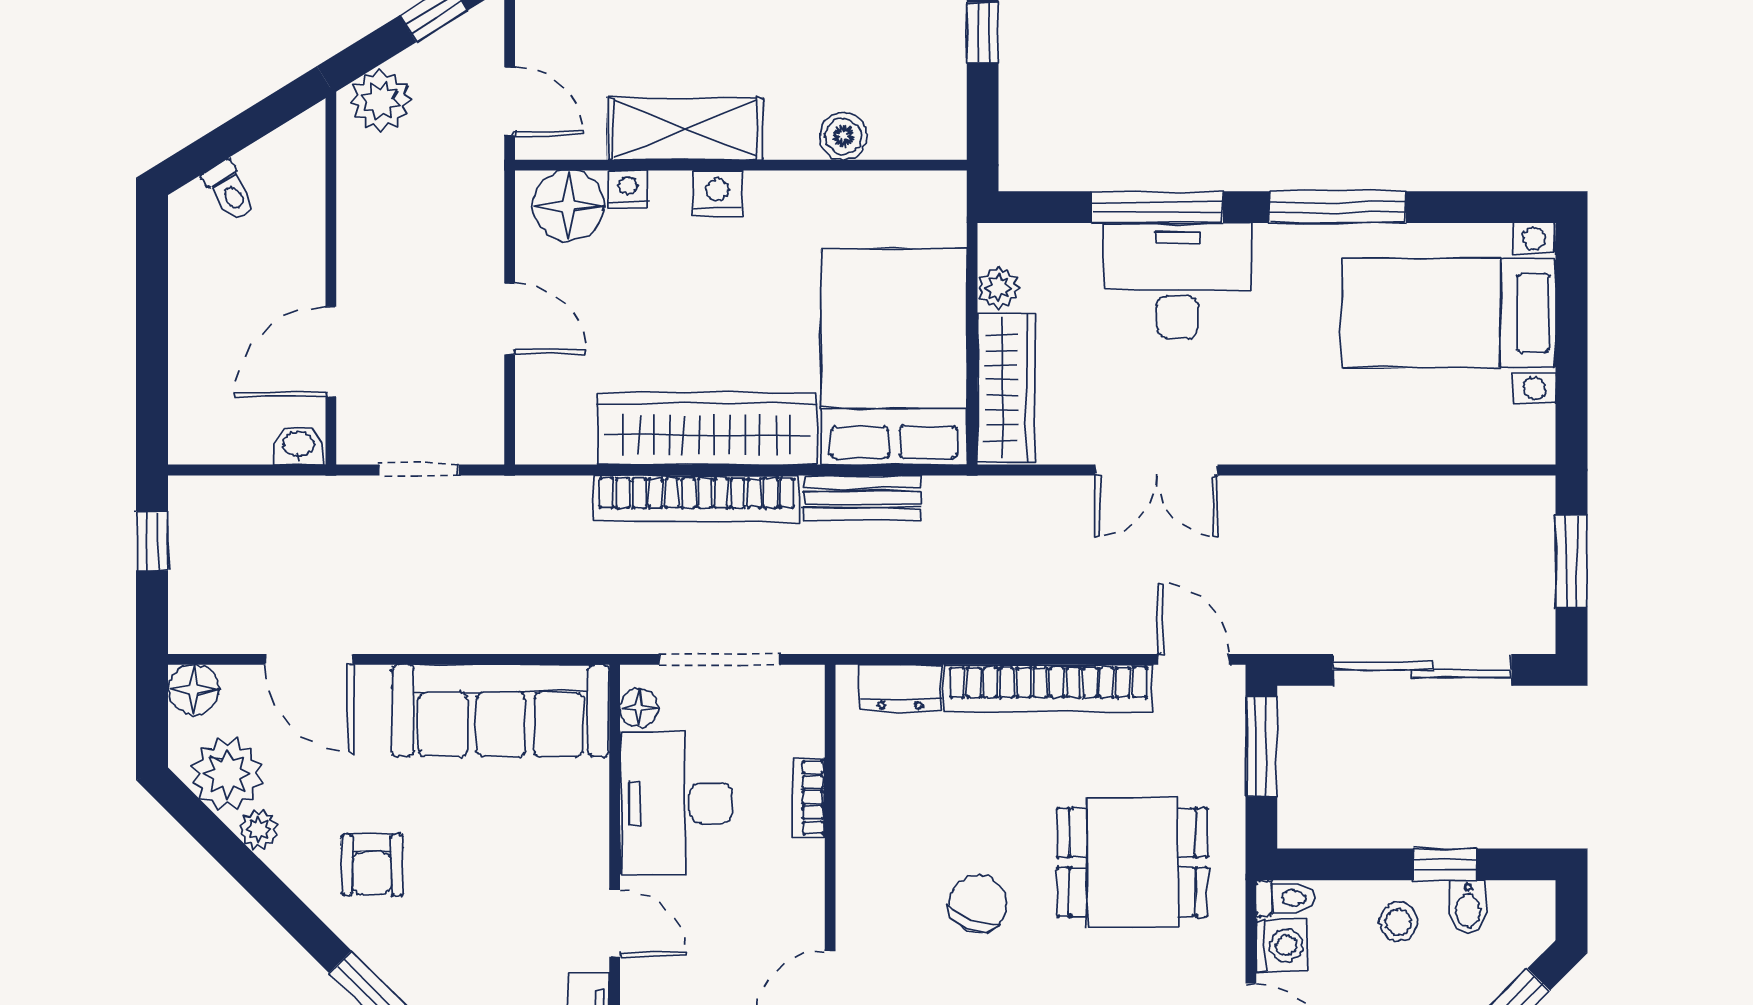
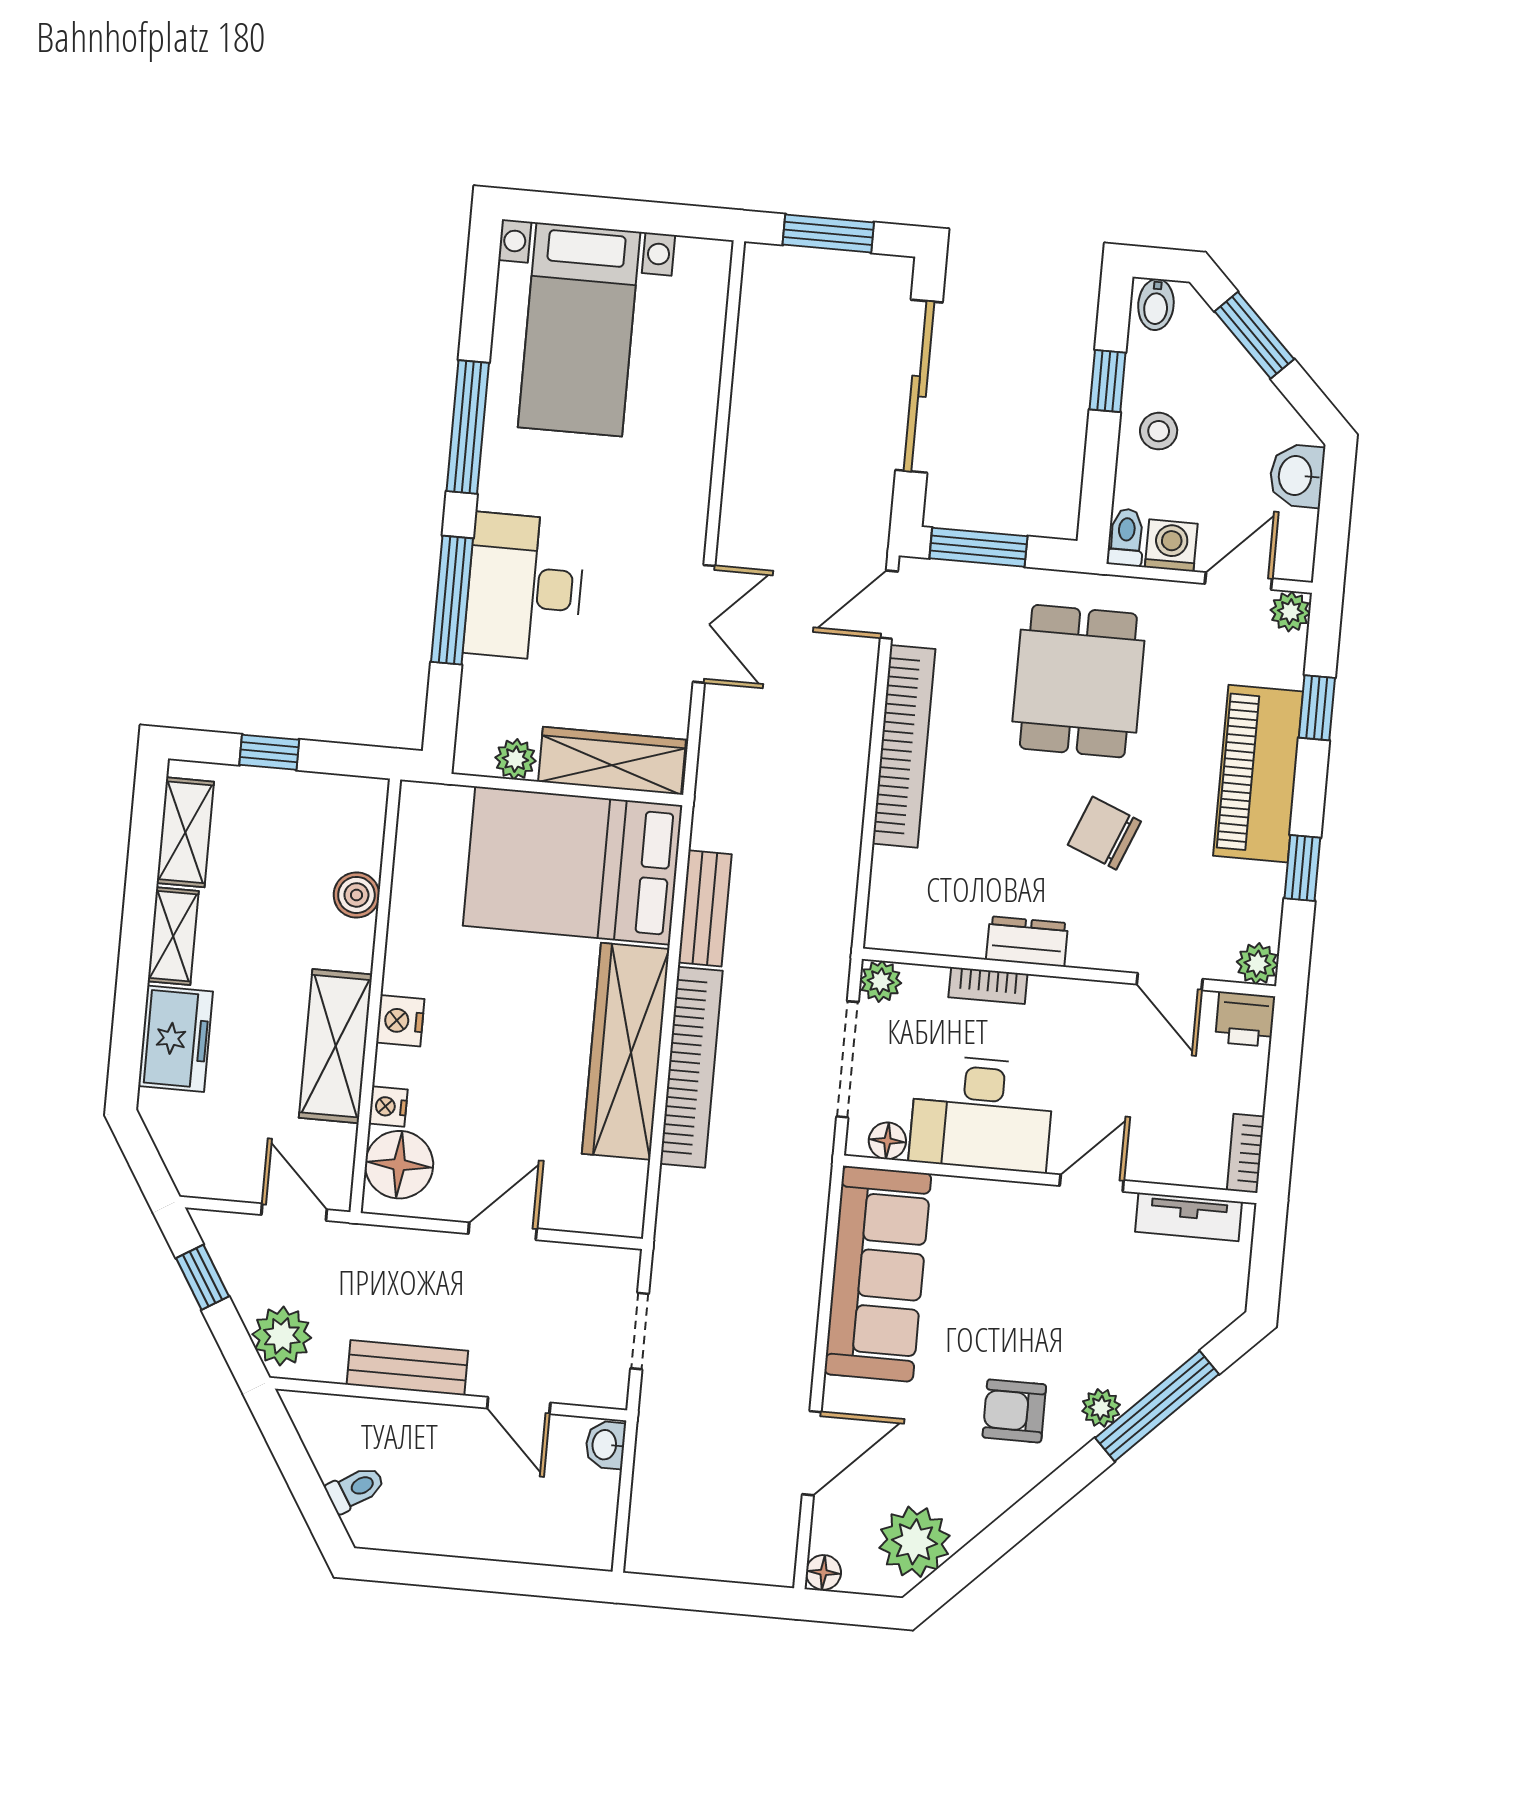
door: (510, 102) -> (294, 1212), hinge flipped
bench: (359, 233) -> (407, 1368), added
door: (331, 352) -> (519, 1406), width x0.73
window: (152, 541) -> (684, 1594), removed
plant: (803, 686) -> (881, 981), added
dresser: (900, 687) -> (1027, 941), moved, turned -90
floor lamp: (194, 689) -> (823, 1572), width x0.73, depth x0.73
plant: (258, 829) -> (1101, 1408), moved
armchair: (372, 865) -> (1014, 1411), turned 180
bidet: (1468, 907) -> (1156, 305), moved, turned 90

